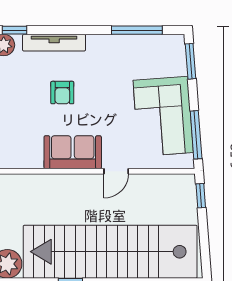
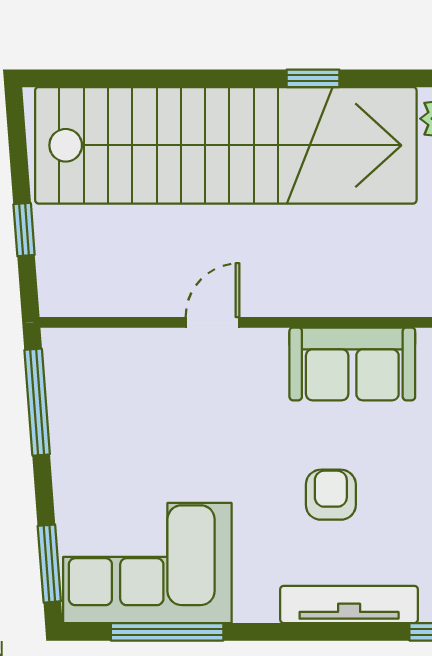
corner sofa: (163, 116) -> (147, 563), moved, turned -86
sofa: (73, 152) -> (352, 364), moved
window: (201, 196) -> (24, 230), moved

